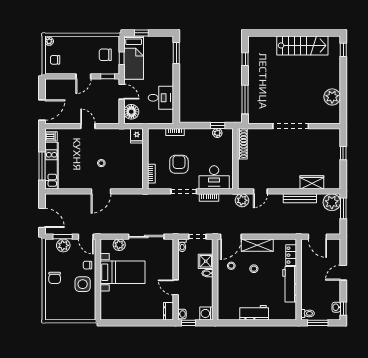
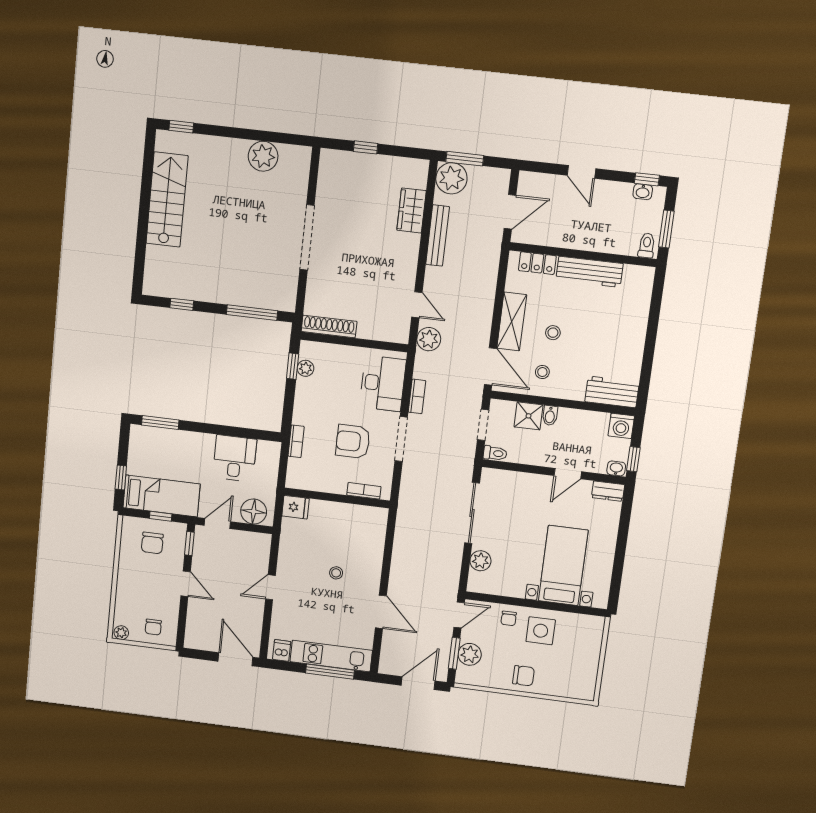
door: (101, 191) -> (381, 612), moved
bed with nightstands: (122, 272) -> (563, 566), moved
workbench: (254, 313) -> (612, 392), moved, turned 90

